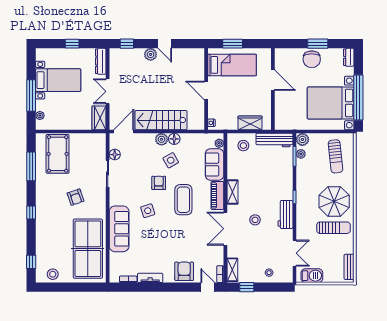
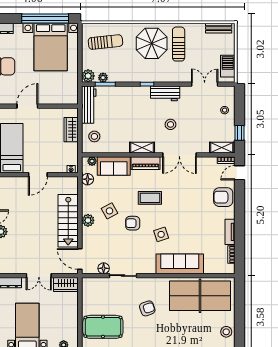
floor lamp: (174, 139) -> (88, 179), moved
coffee table: (183, 200) -> (150, 198), width x0.73, depth x0.76

